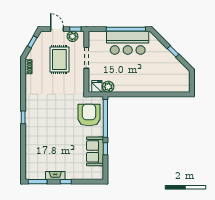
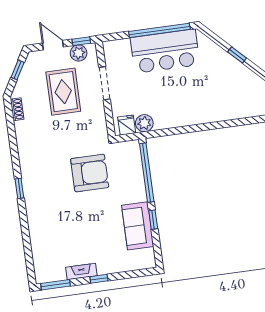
armchair: (89, 115) -> (90, 173), moved, turned 90

